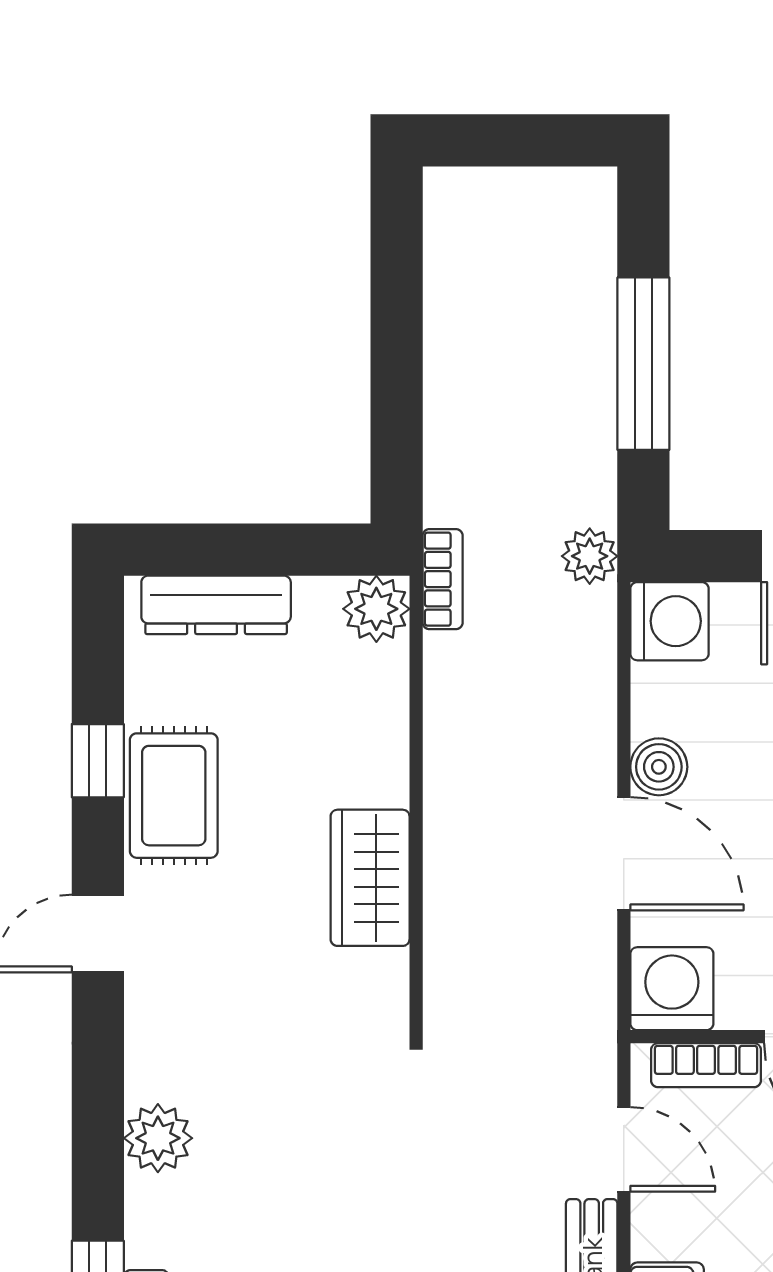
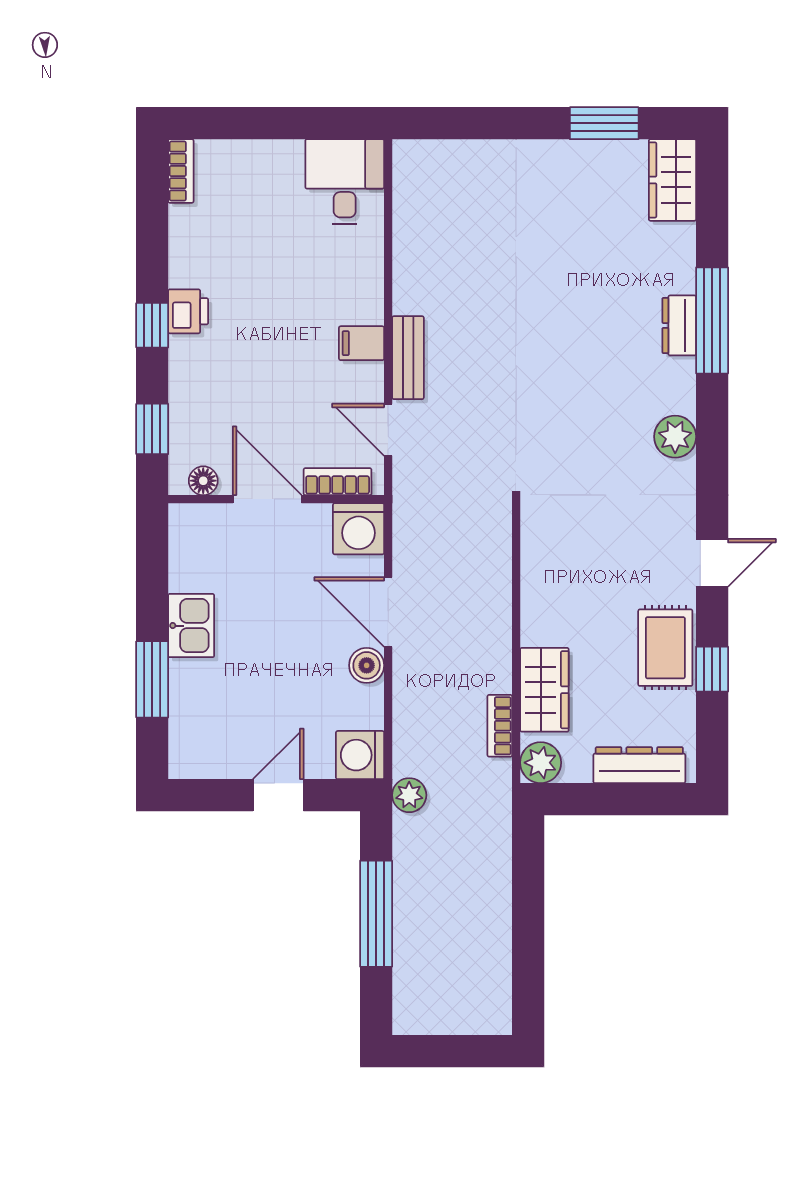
bookcase: (443, 579) -> (500, 726), moved
wardrobe: (370, 878) -> (544, 690), moved

